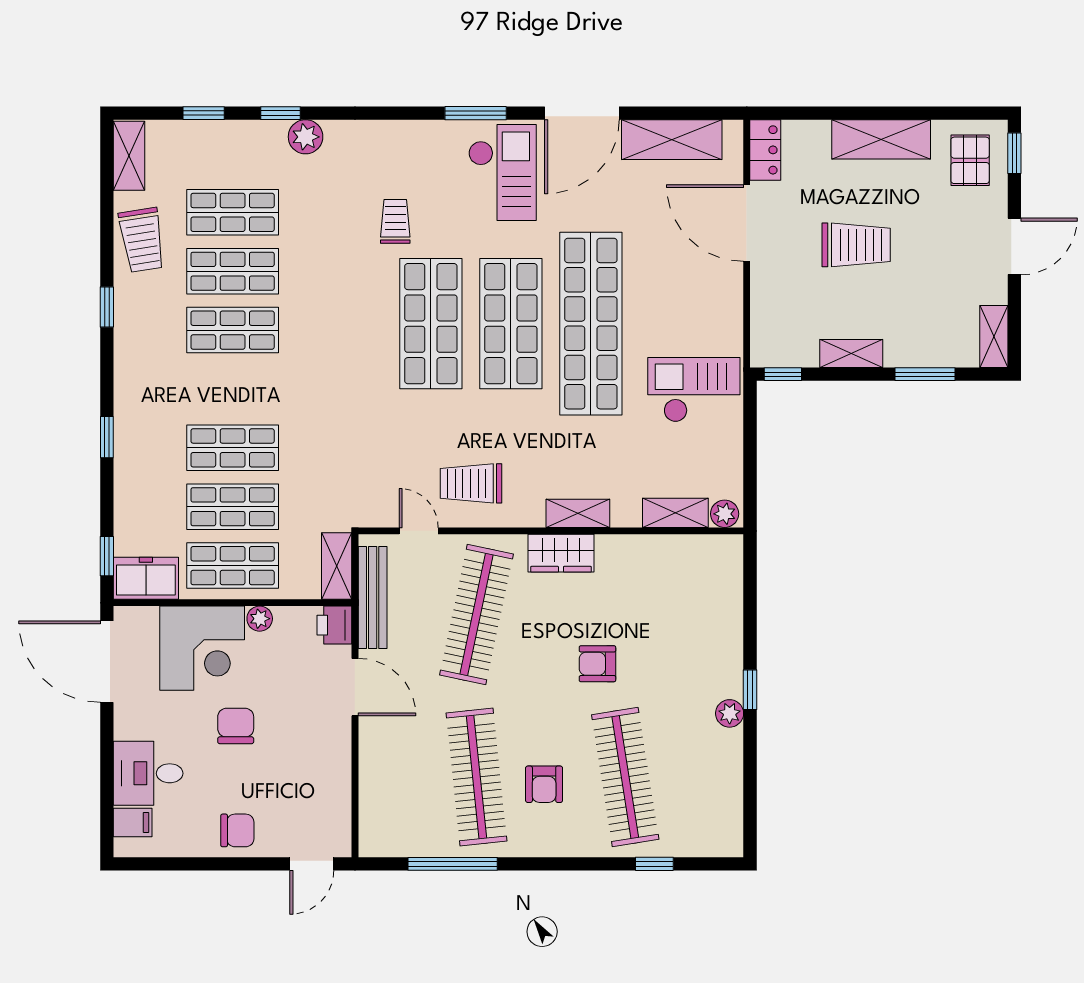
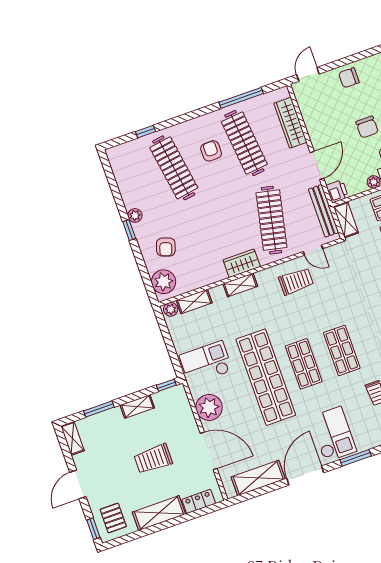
locker: (765, 150) -> (199, 501), moved, turned 90
checkout: (502, 172) -> (333, 434), turned 180
plant: (717, 304) -> (209, 407), added
shop shelf: (431, 324) -> (342, 350), width x0.70, depth x0.74
shop shelf: (511, 324) -> (304, 364), width x0.70, depth x0.74
checkout: (694, 390) -> (206, 363), turned 180
plant: (720, 570) -> (164, 282), added
armchair: (597, 664) -> (166, 247), moved, turned 109
door: (355, 687) -> (317, 165), swing flipped
wardrobe: (377, 785) -> (290, 123), added

